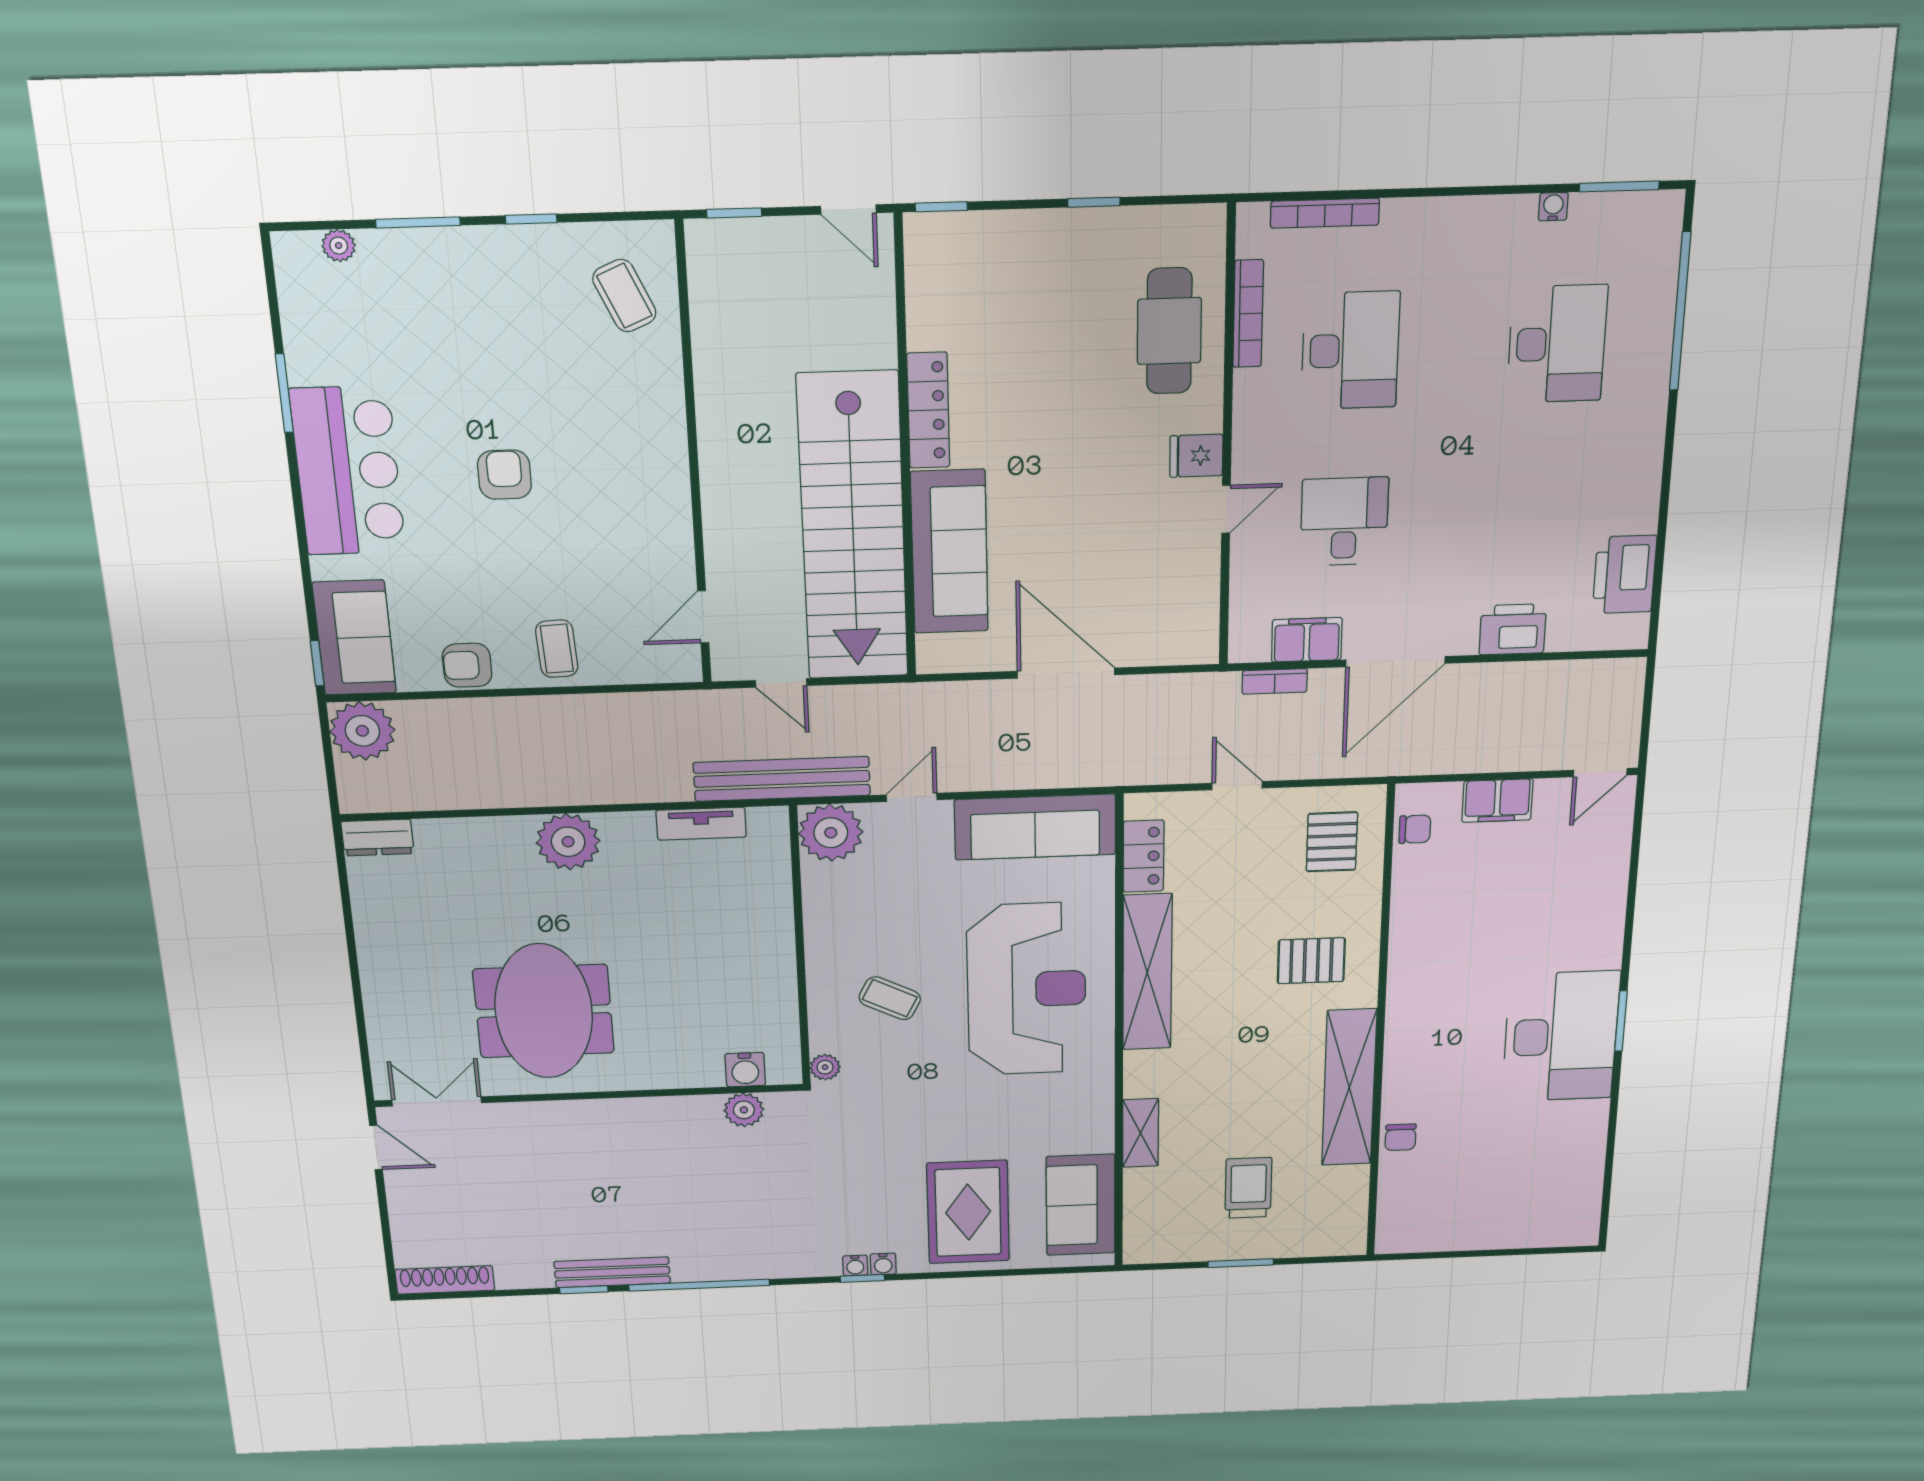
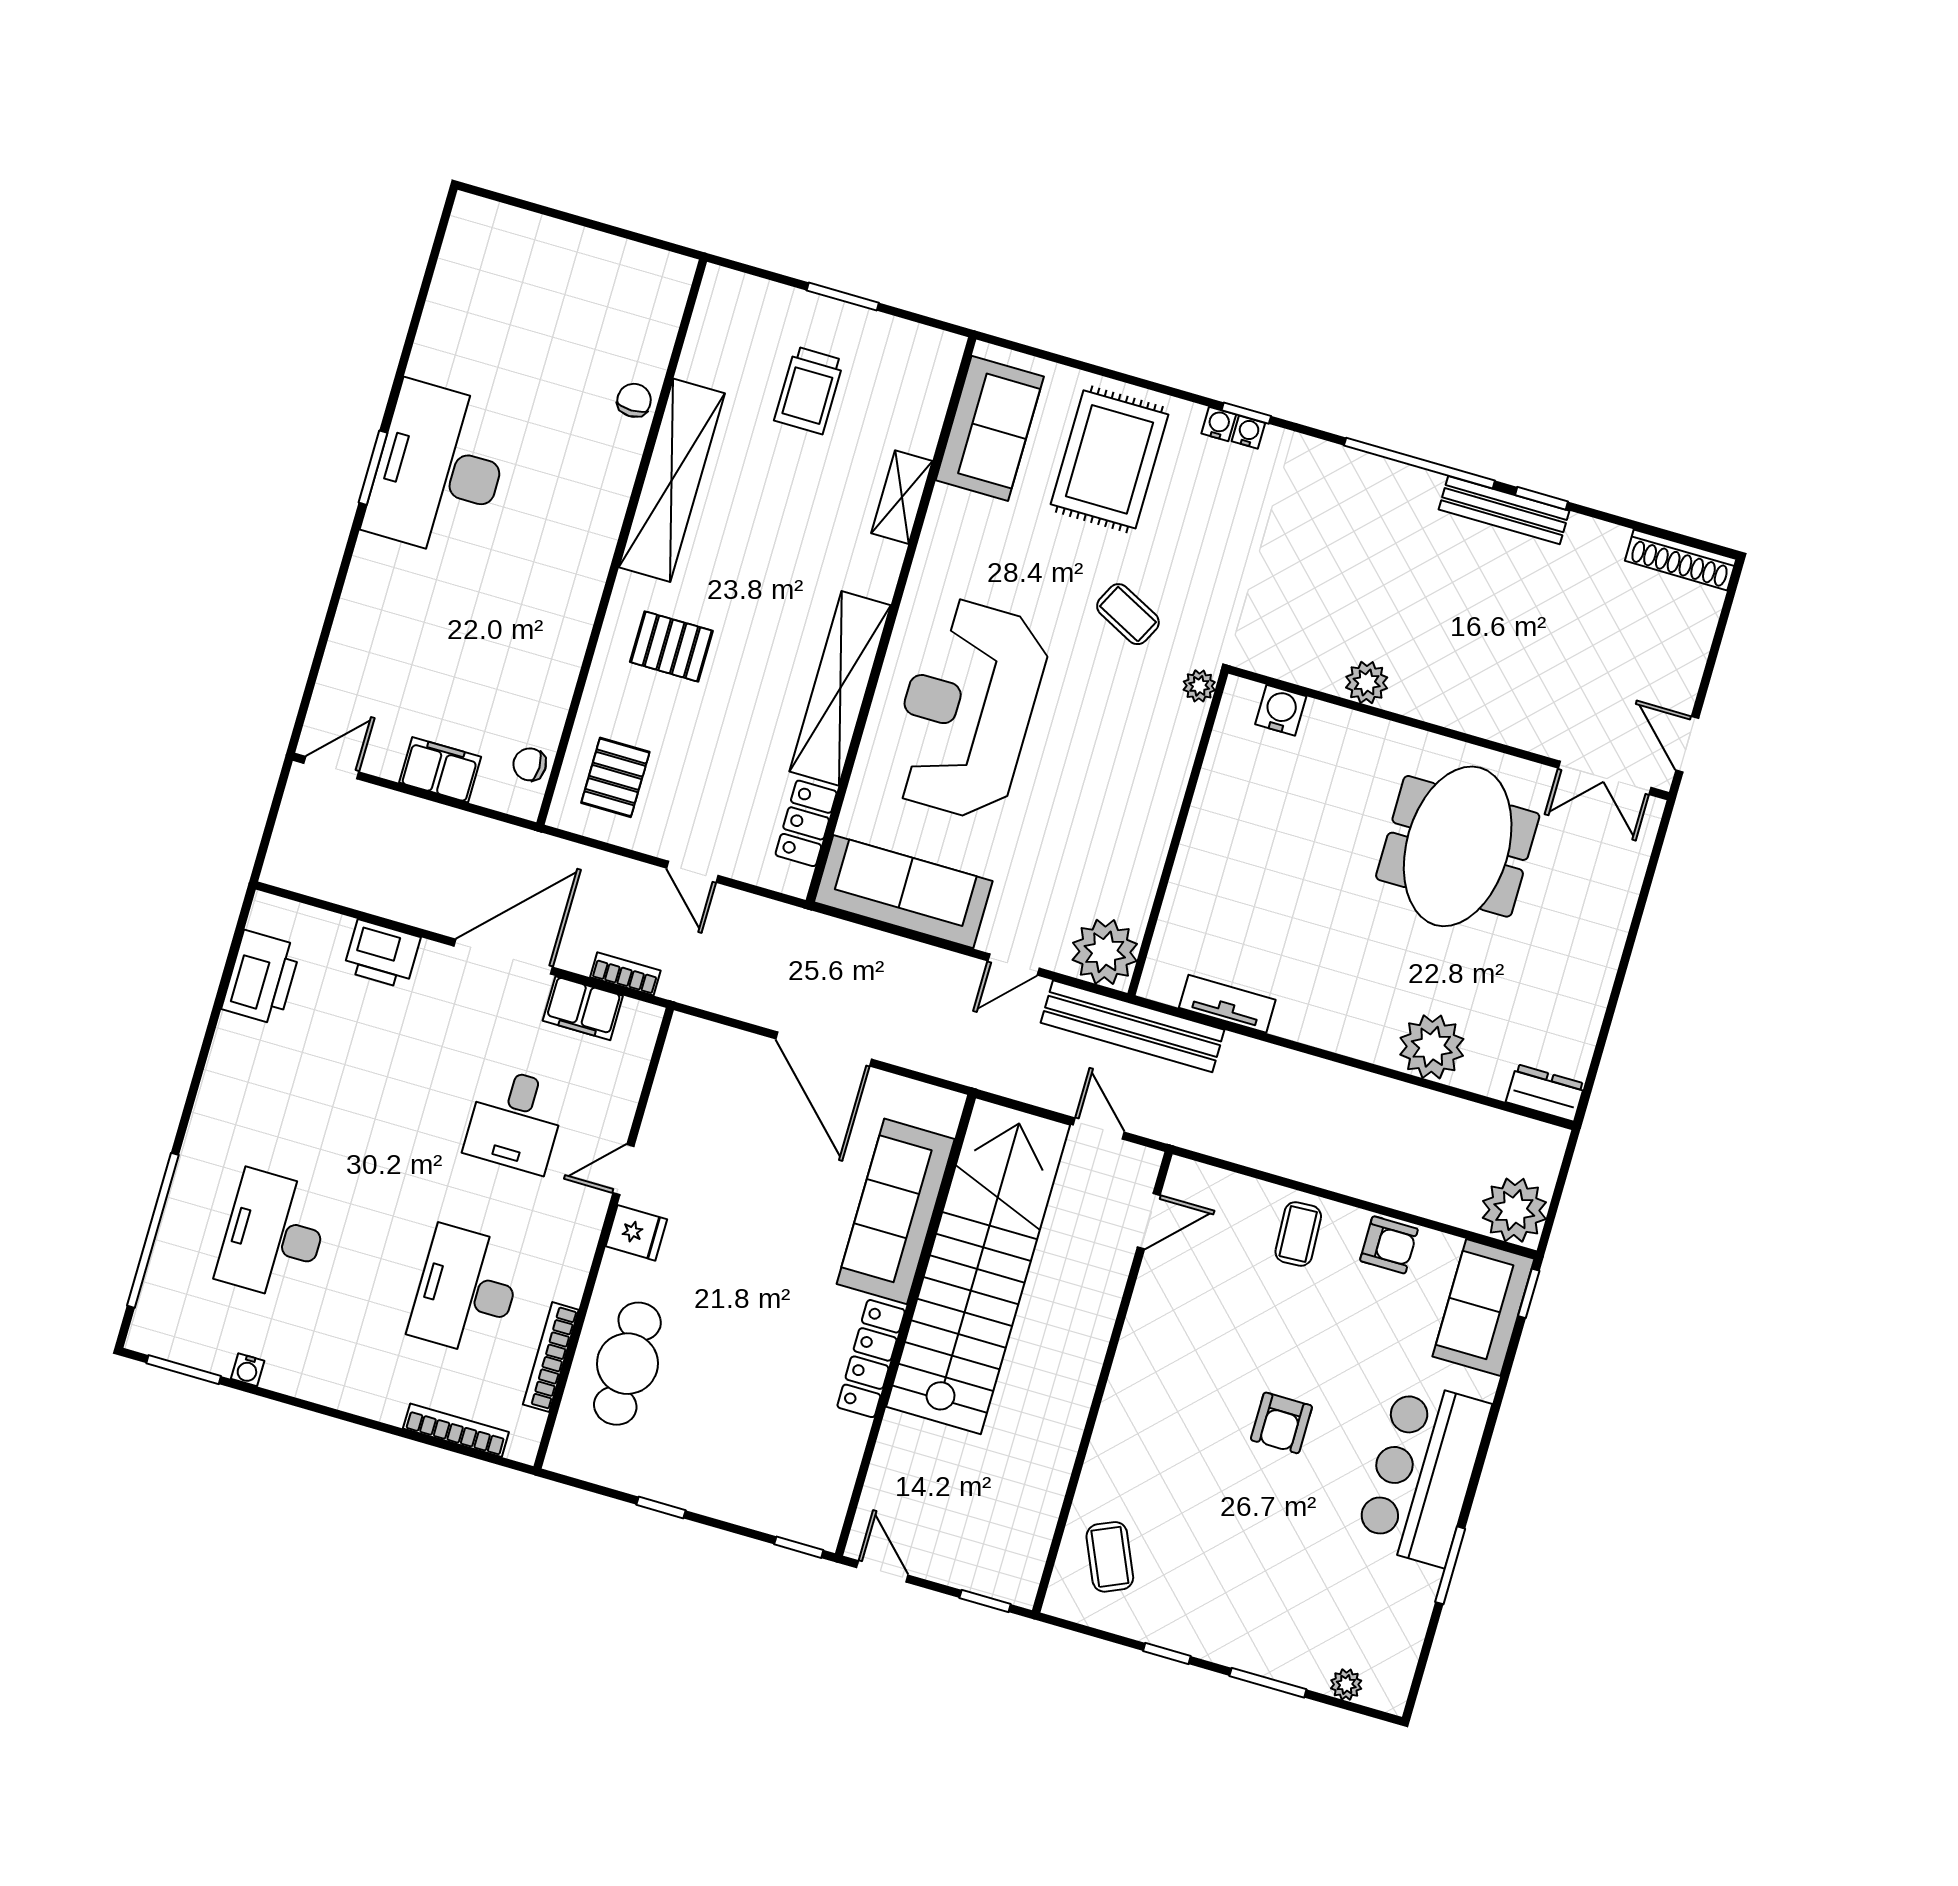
plant: (568, 842) -> (1432, 1047), moved
coffee table: (890, 998) -> (1128, 614), moved
plant: (744, 1110) -> (1367, 682), moved

